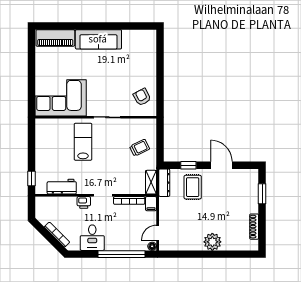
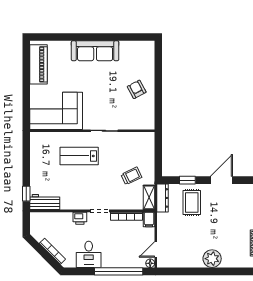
piano: (55, 38) -> (39, 64), moved, turned -90
armchair: (142, 97) -> (137, 89), moved
lab bench: (83, 142) -> (79, 156), turned -90
trolley: (140, 148) -> (131, 176), moved
door: (222, 165) -> (221, 180), hinge flipped
workbench: (62, 187) -> (45, 202), moved

